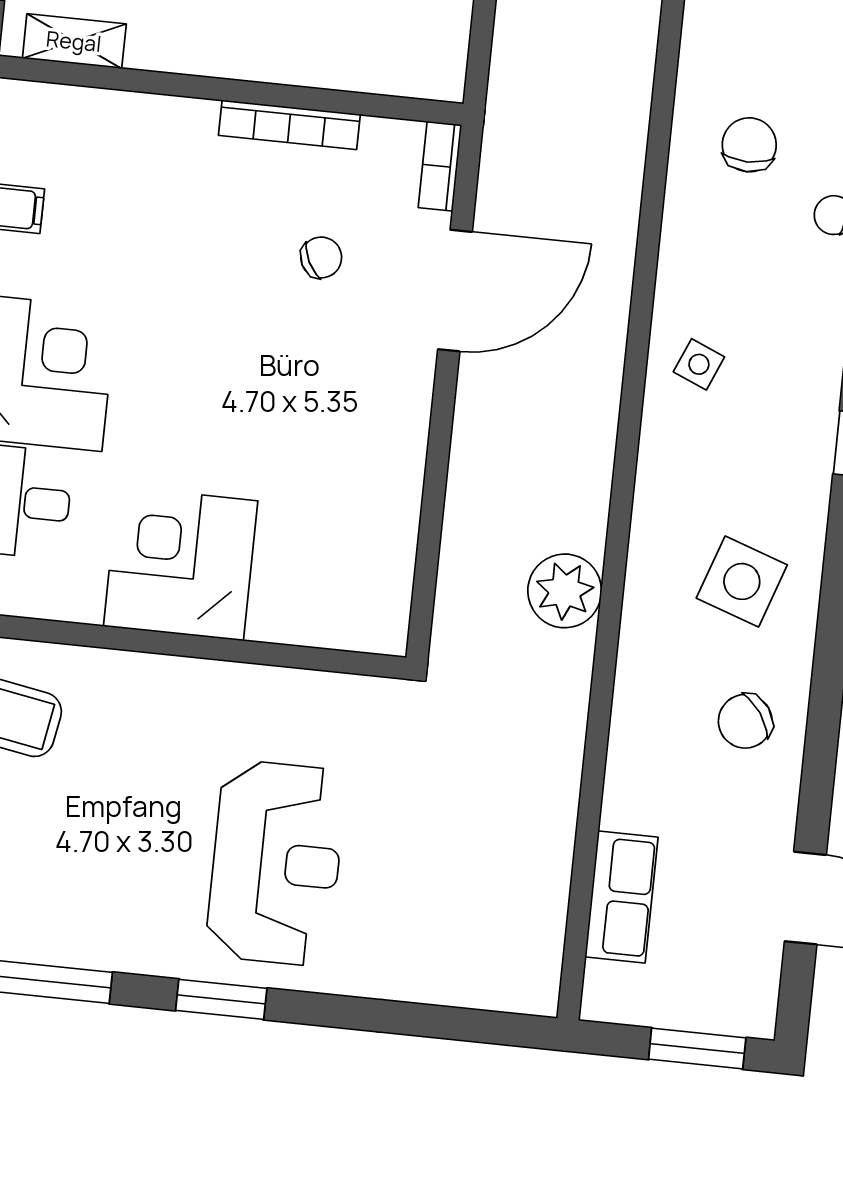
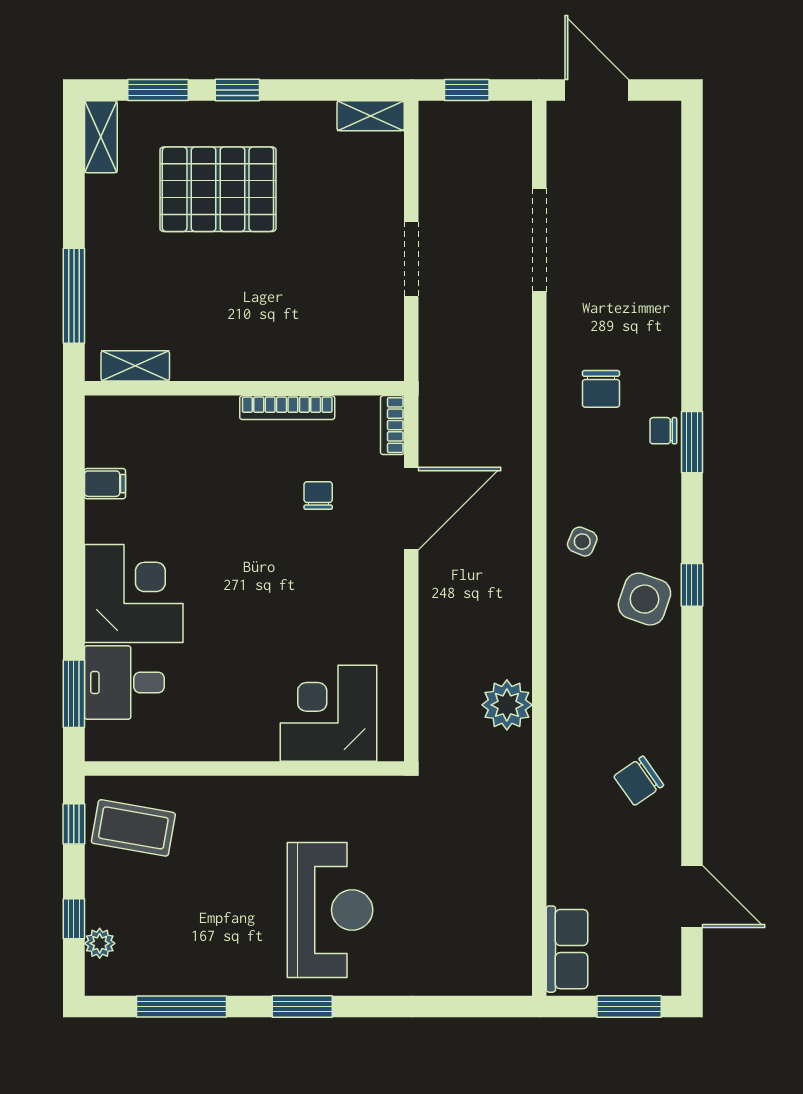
chair: (749, 145) -> (601, 389), turned 180
chair: (321, 257) -> (318, 495), turned -63
corner desk: (181, 564) -> (329, 713), moved
side table: (742, 581) -> (644, 599), moved
row of seats: (621, 897) -> (567, 949), moved

